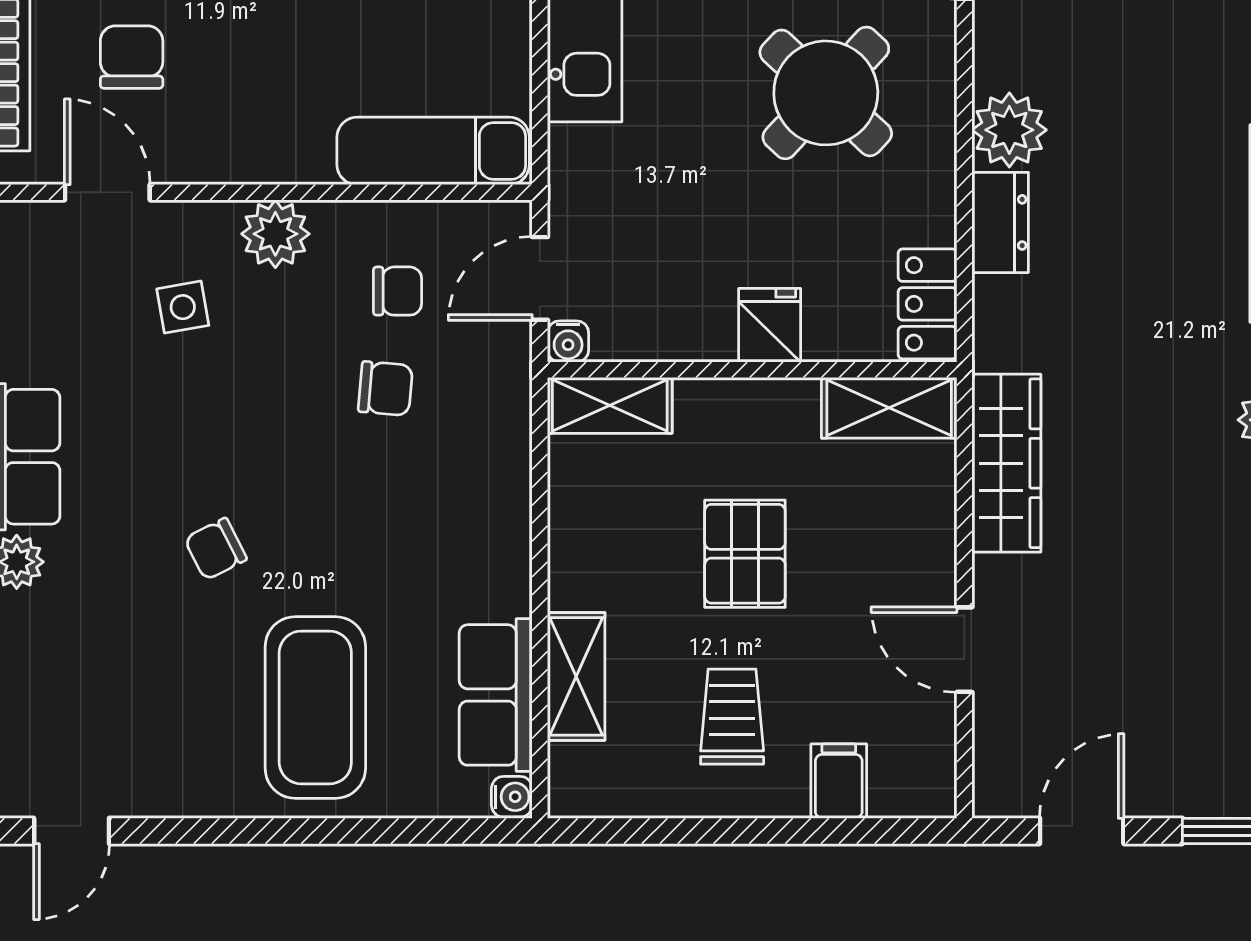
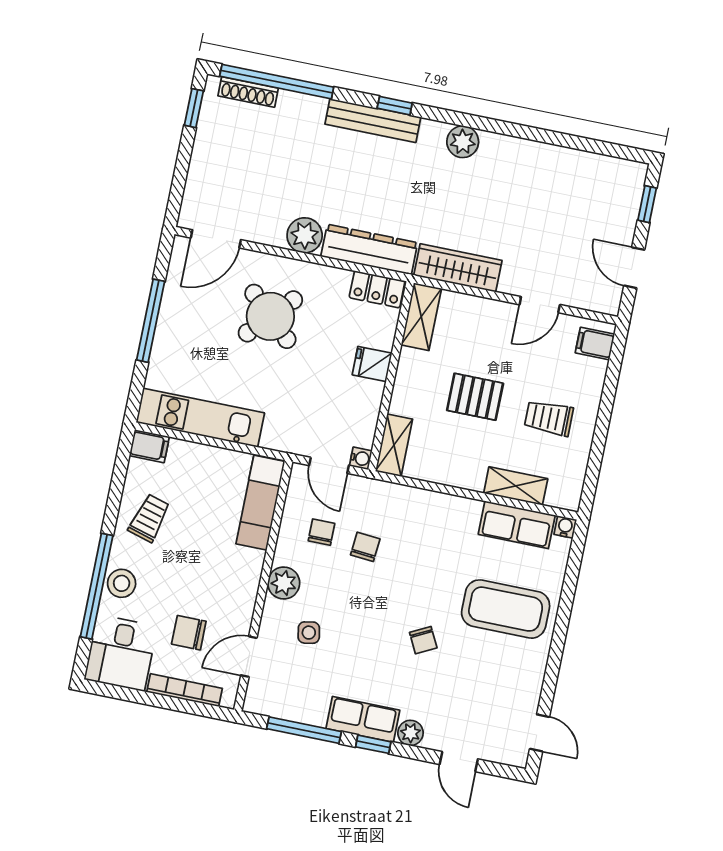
dresser: (1000, 222) -> (369, 250), width x1.96, depth x1.24
filing cabinet: (839, 781) -> (595, 343), moved

